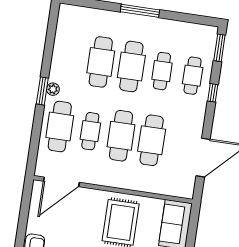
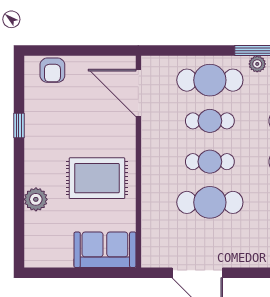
cafe table: (121, 136) -> (210, 162), width x0.73, depth x0.74

